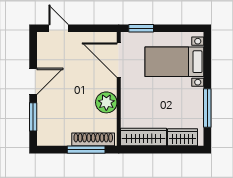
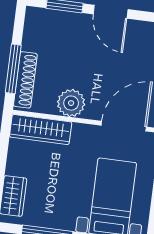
wardrobe: (143, 137) -> (41, 130), moved, turned 90

